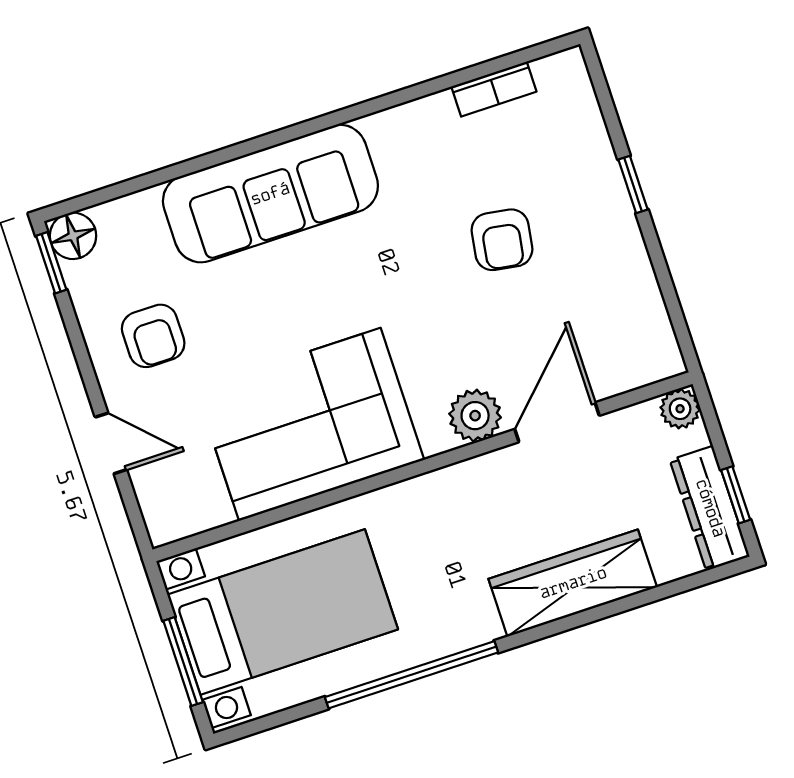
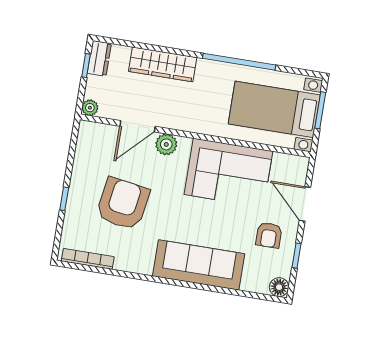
bookcase: (494, 89) -> (88, 259), width x1.56
armchair: (502, 240) -> (123, 204), width x1.88, depth x1.88
window: (51, 263) -> (296, 256), moved
armchair: (153, 336) -> (269, 235), turned 180
door: (111, 443) -> (305, 204), width x1.38
dresser: (710, 508) -> (99, 58), width x0.70

